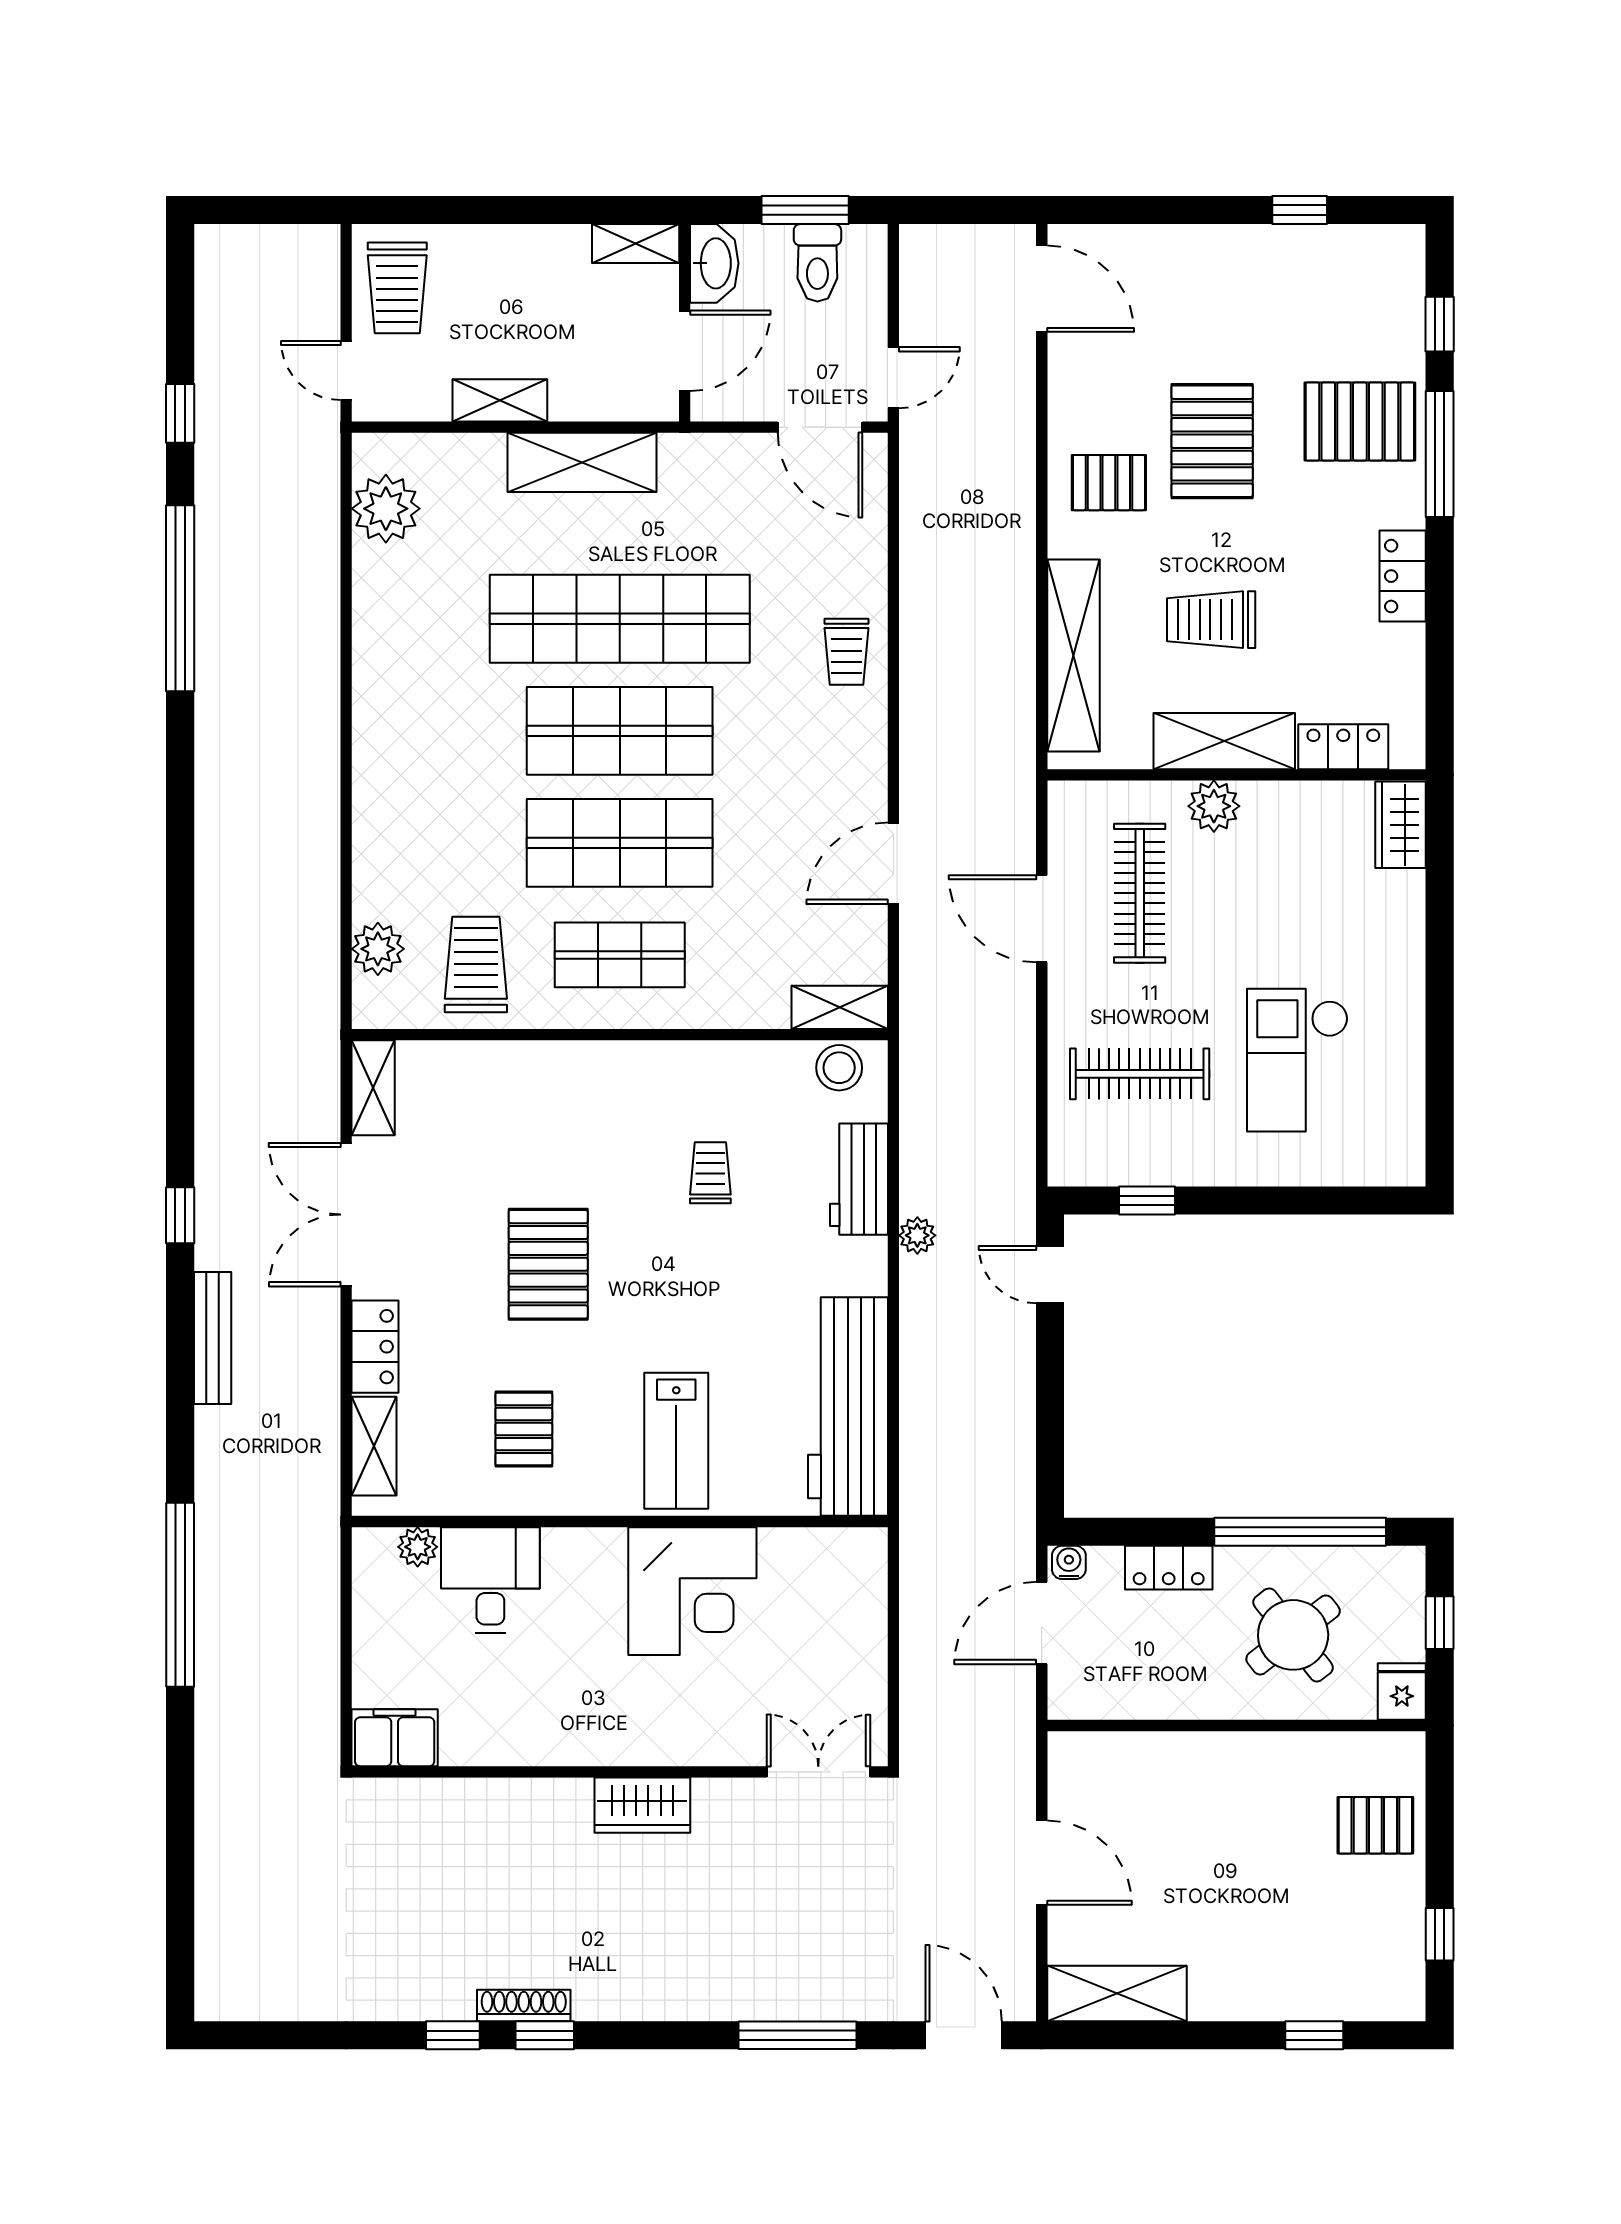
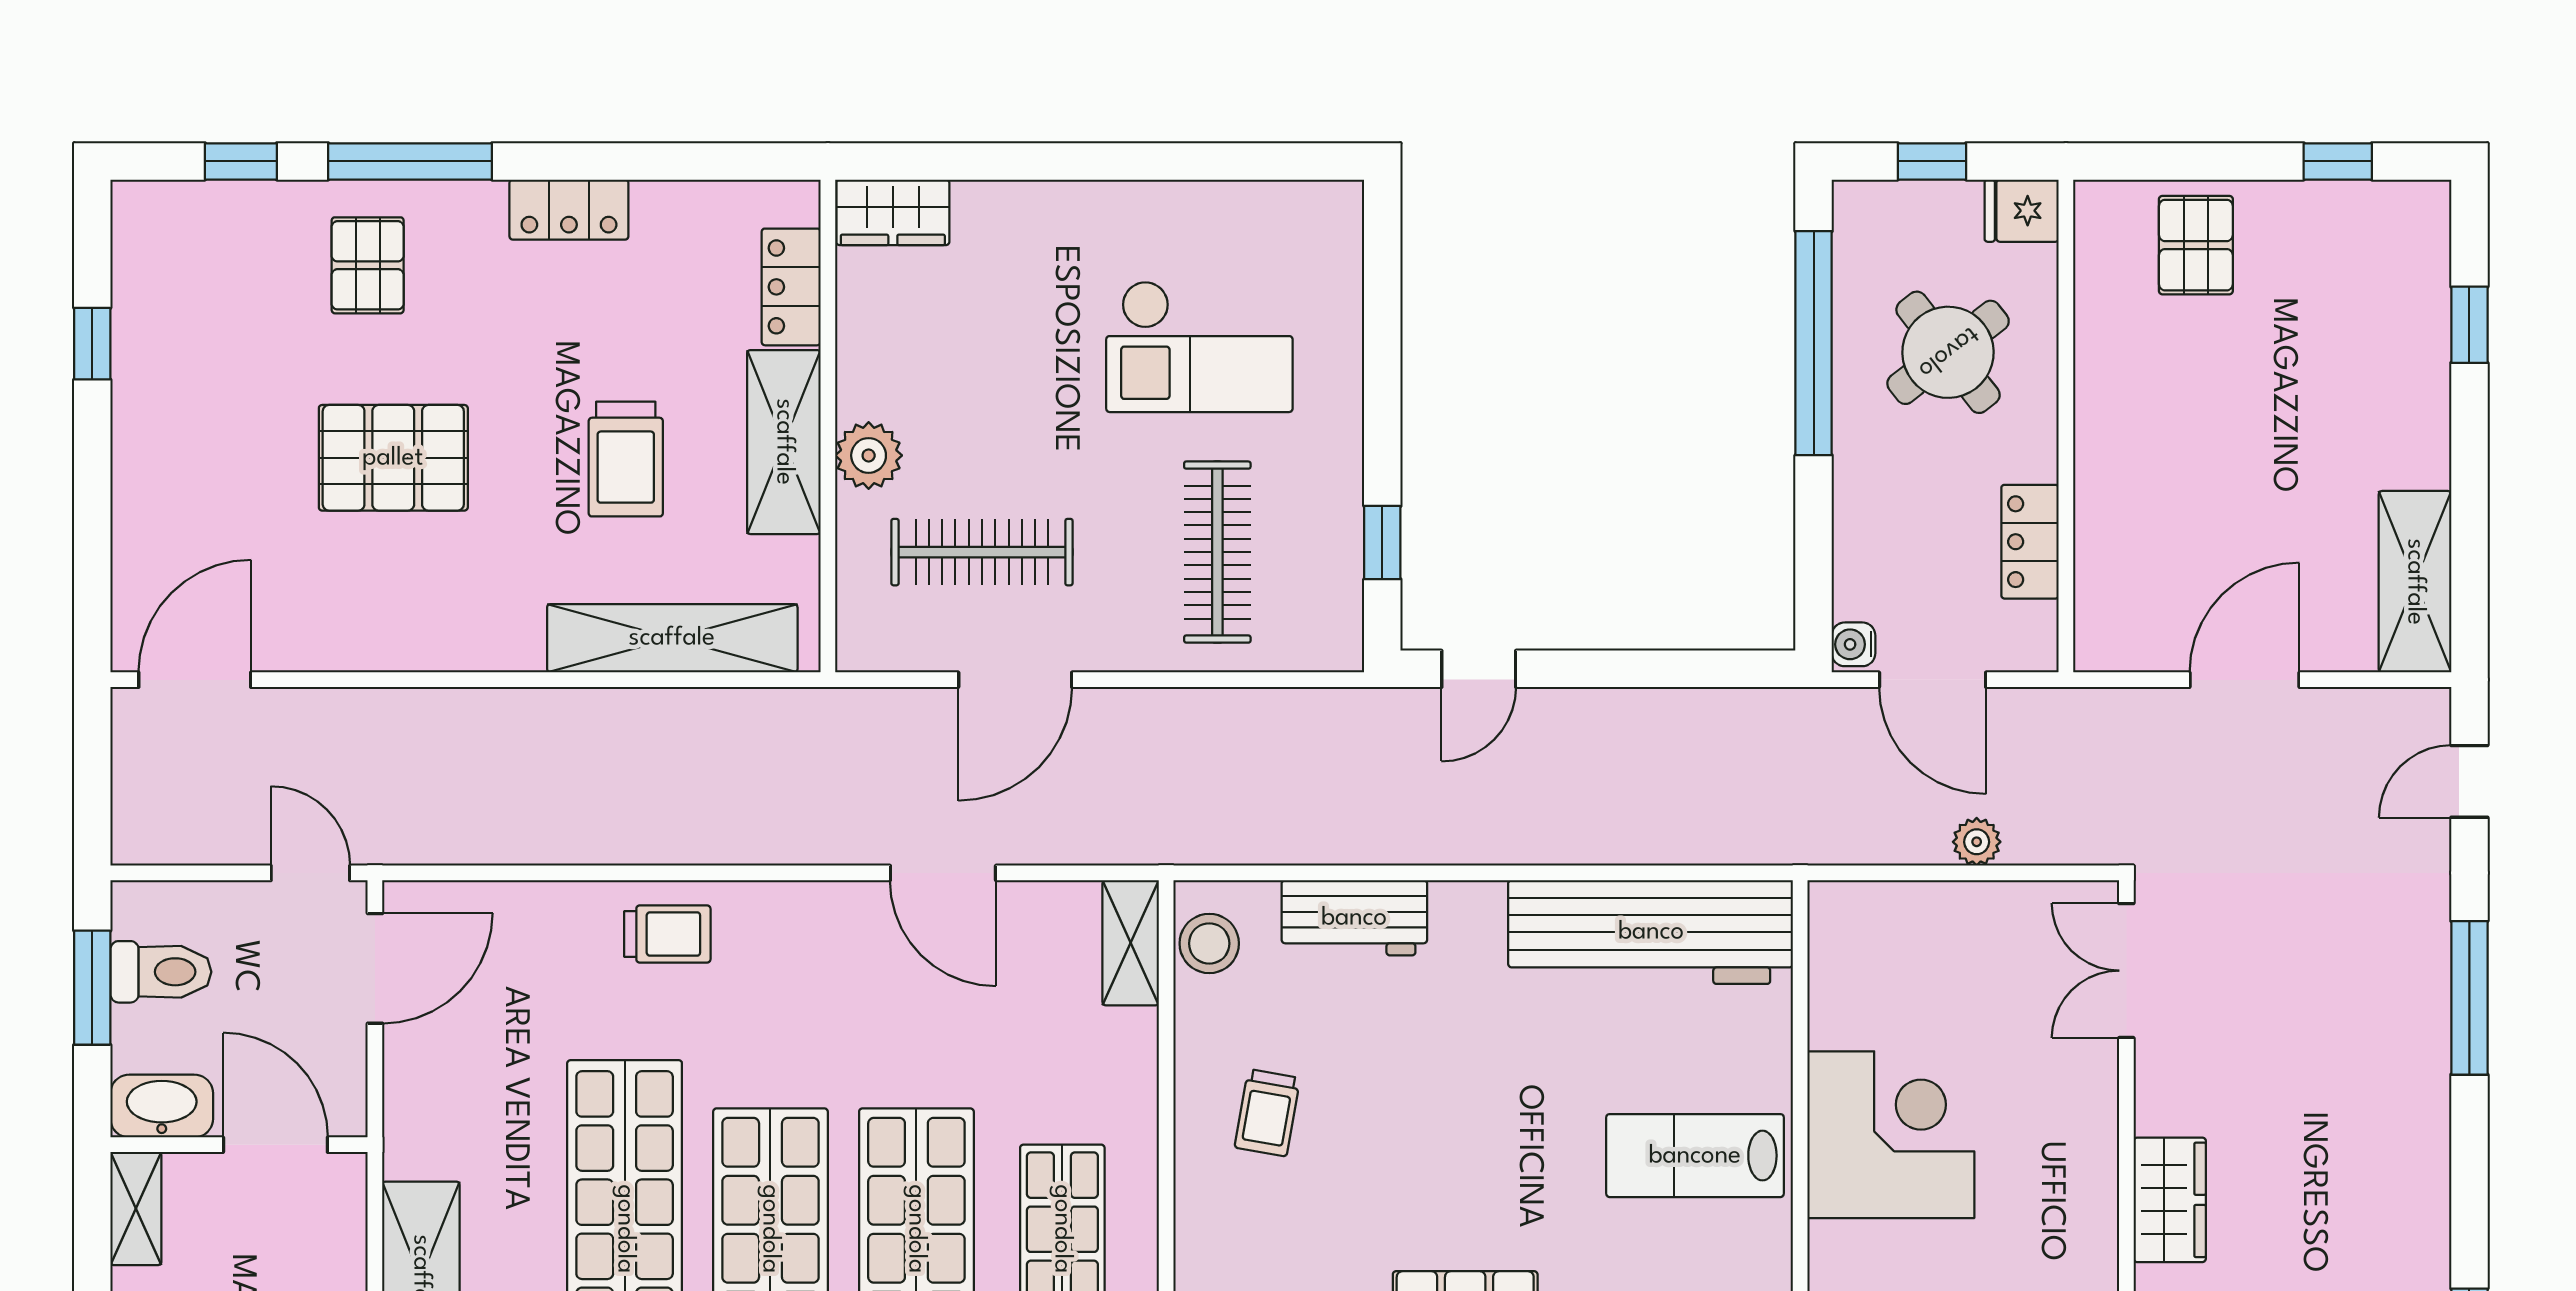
pallet: (1360, 421) -> (368, 265), width x0.67, depth x0.71
pallet: (1109, 483) -> (447, 592), removed
trolley: (710, 1173) -> (1267, 1113), moved, turned -80
plant: (917, 1235) -> (1977, 842), moved
lab bench: (676, 1441) -> (1695, 1156), turned 180
locker: (1169, 1568) -> (2030, 542), moved, turned 180
door: (964, 2035) -> (2469, 781), width x0.73

